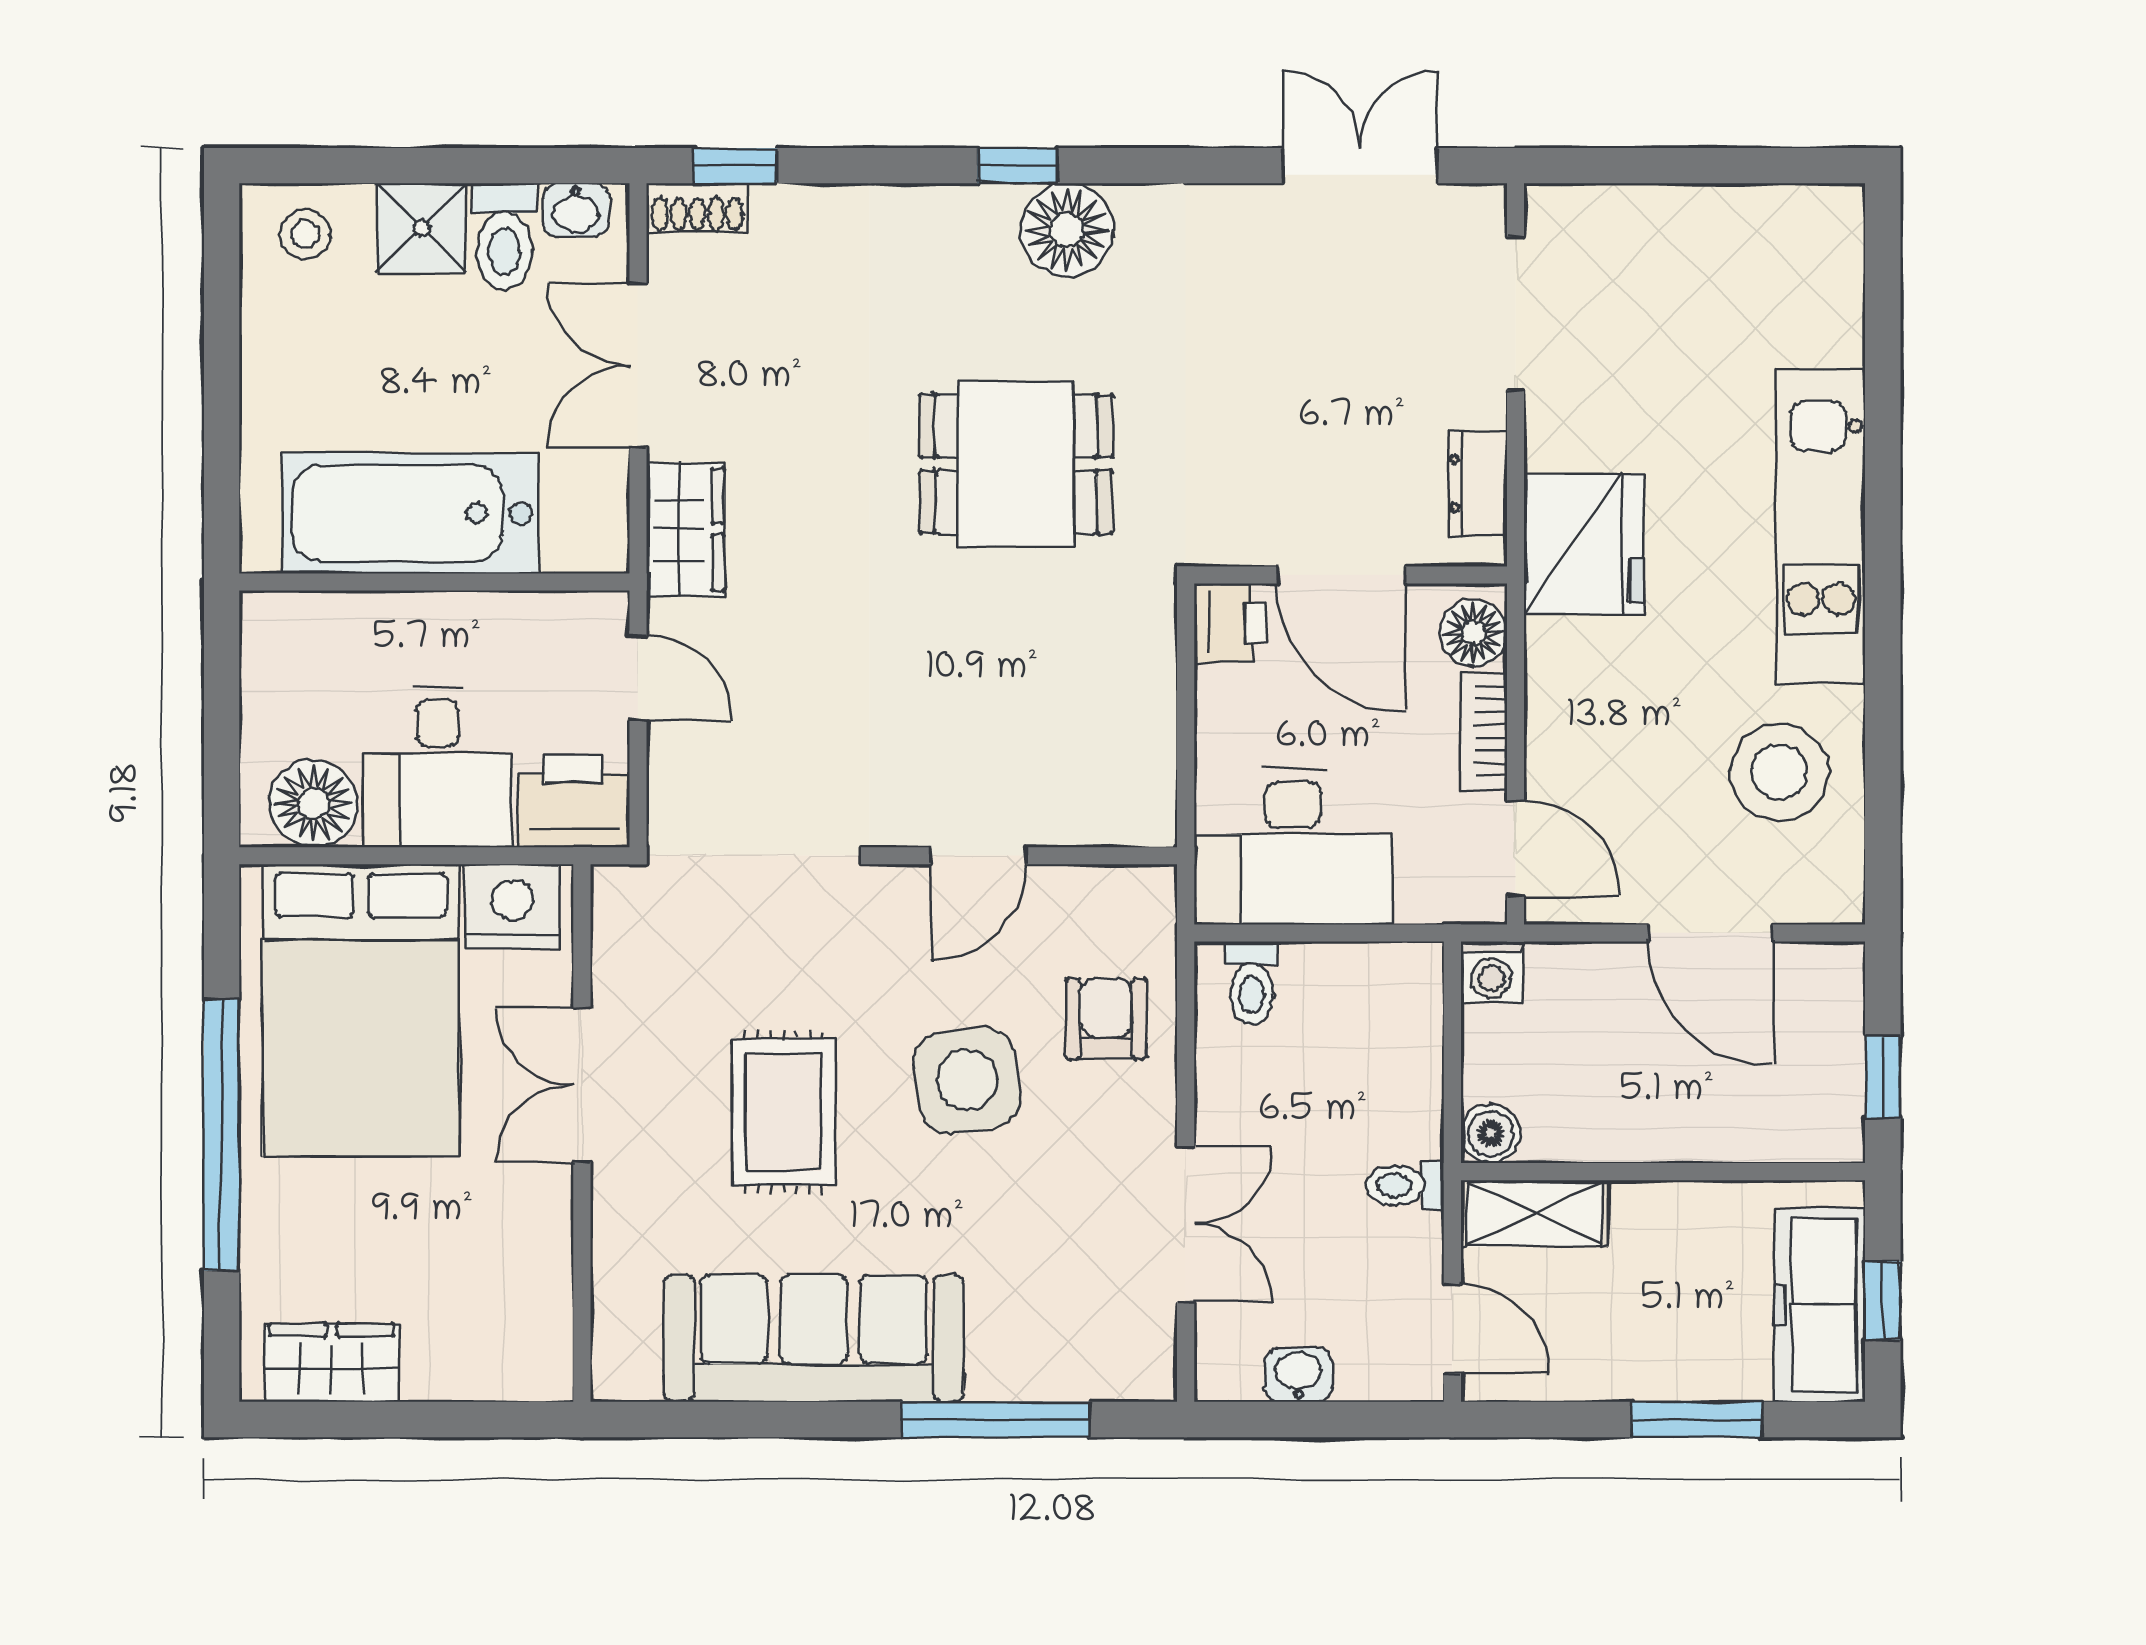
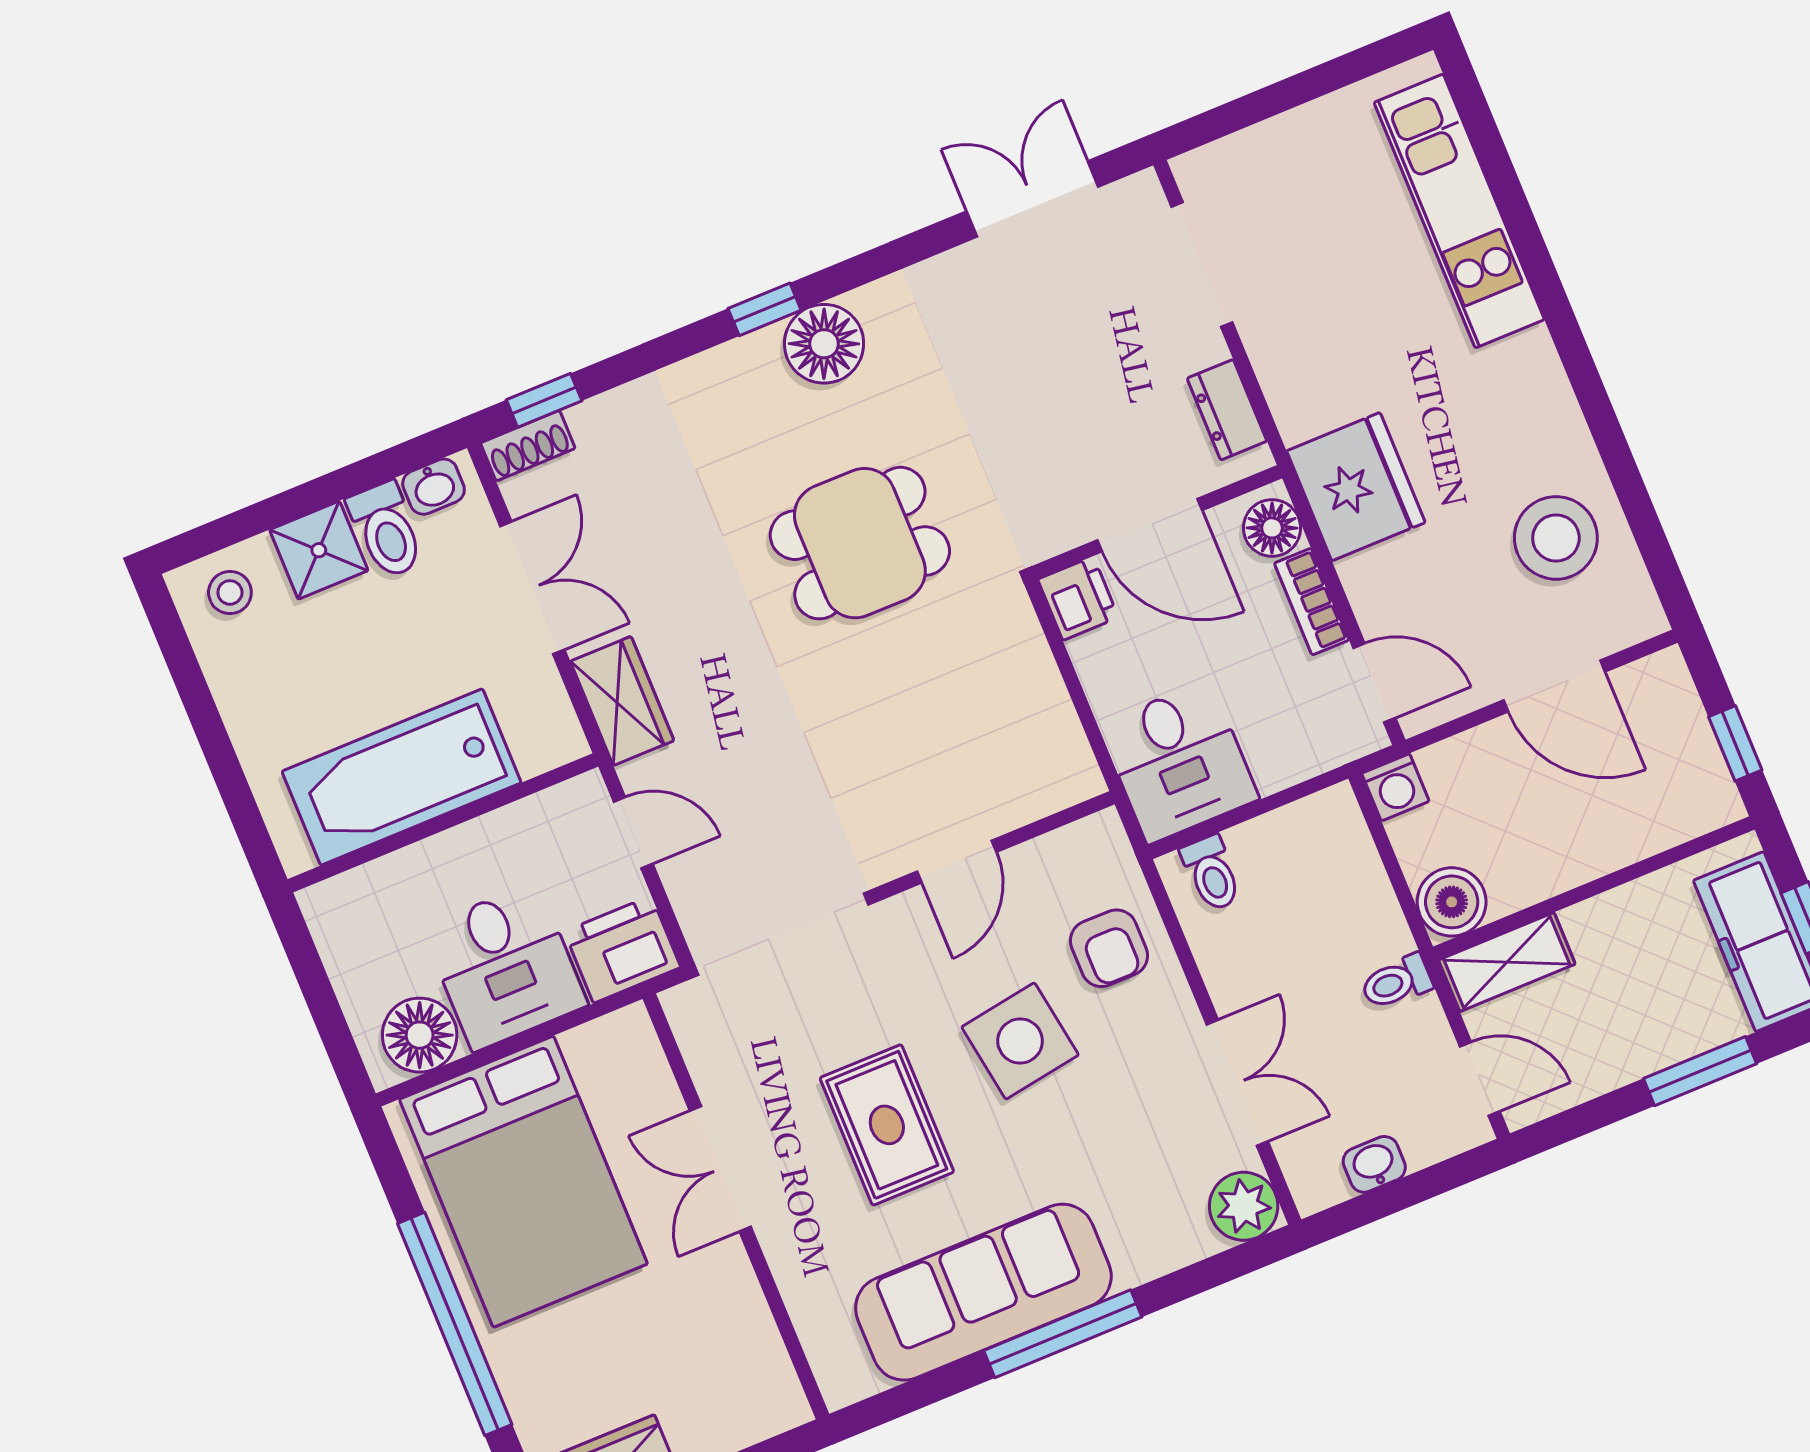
double door: (638, 365) -> (532, 588), swing flipped
kitchen unit: (1821, 527) -> (1459, 211), moved
fridge: (1584, 544) -> (1356, 487), moved
desk: (1293, 847) -> (1179, 762), width x0.73
nightstand: (512, 906) -> (608, 1052), removed
armchair: (1106, 1019) -> (1109, 948), turned 180
boiler: (1491, 1134) -> (1452, 902), width x1.36, depth x1.36
plant: (1137, 1362) -> (1244, 1206), added
window: (995, 1419) -> (1063, 1334), moved

